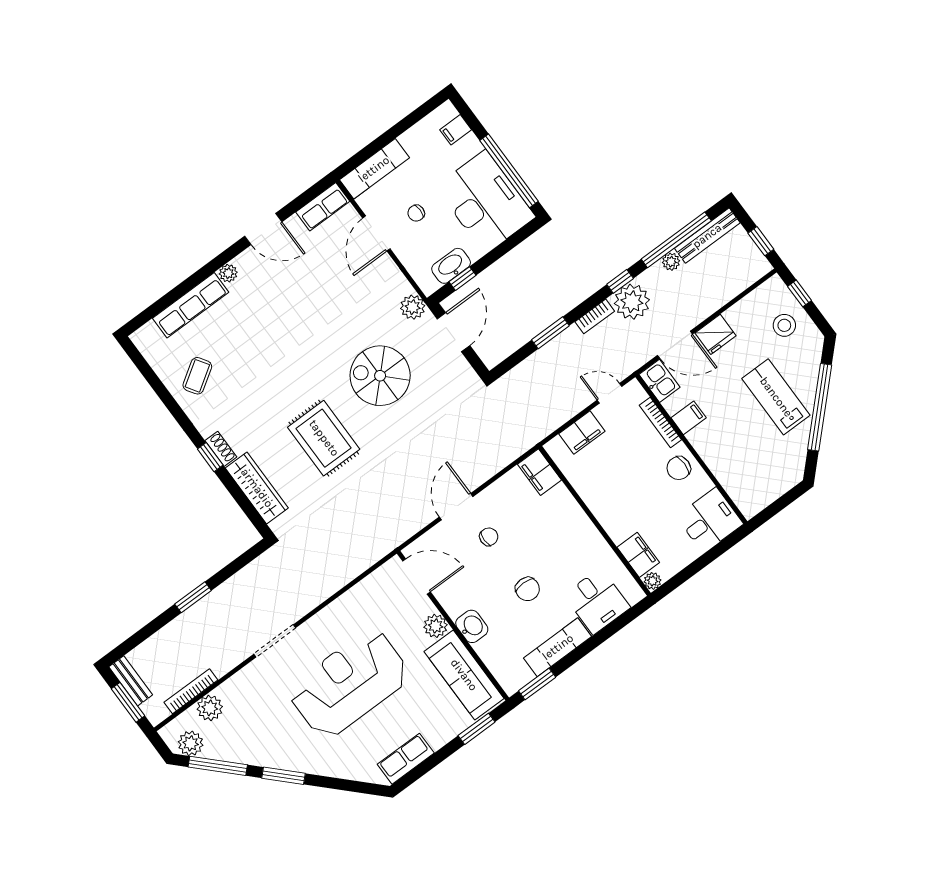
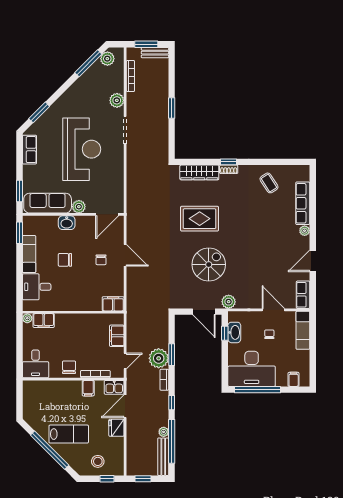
plant: (632, 302) -> (159, 358), moved
plant: (210, 708) -> (117, 100), moved
window: (284, 776) -> (39, 112), moved

